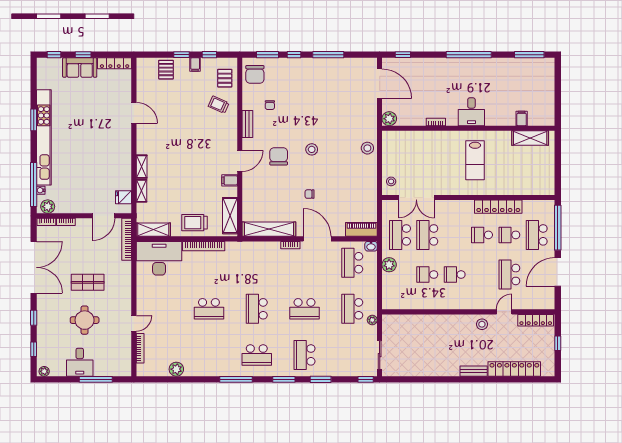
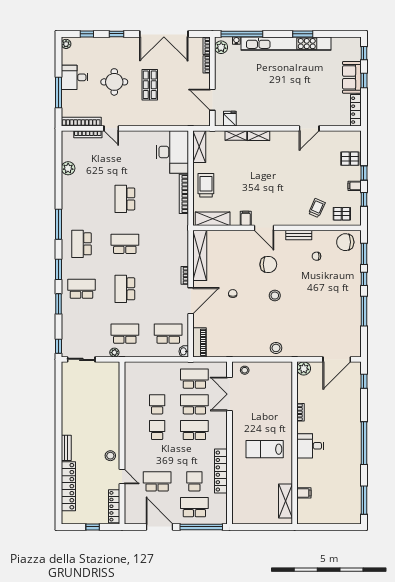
school desk: (482, 235) -> (194, 430), moved, width x1.85
bookcase: (127, 239) -> (81, 122), moved
plant: (389, 265) -> (166, 368), removed

